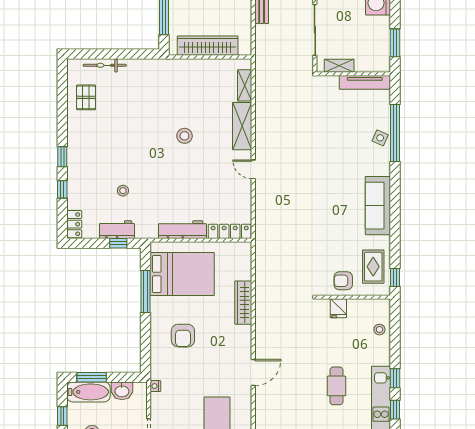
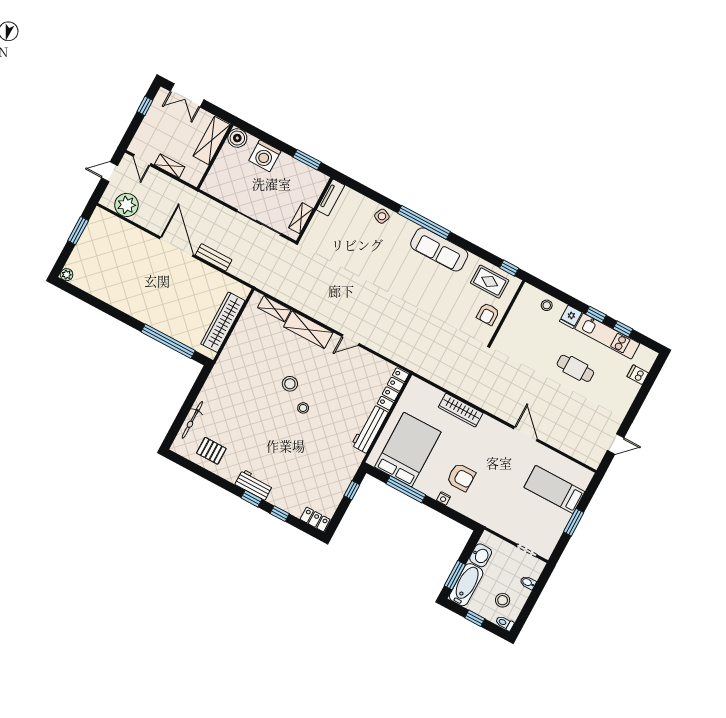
tv unit: (365, 82) -> (331, 197), width x0.71
window: (395, 133) -> (424, 222), moved
stool: (123, 191) -> (303, 408), moved
workbench: (117, 230) -> (254, 485), moved, turned 90
fridge: (338, 308) -> (571, 317), moved, turned 90
nightstand: (155, 386) -> (443, 498), moved

